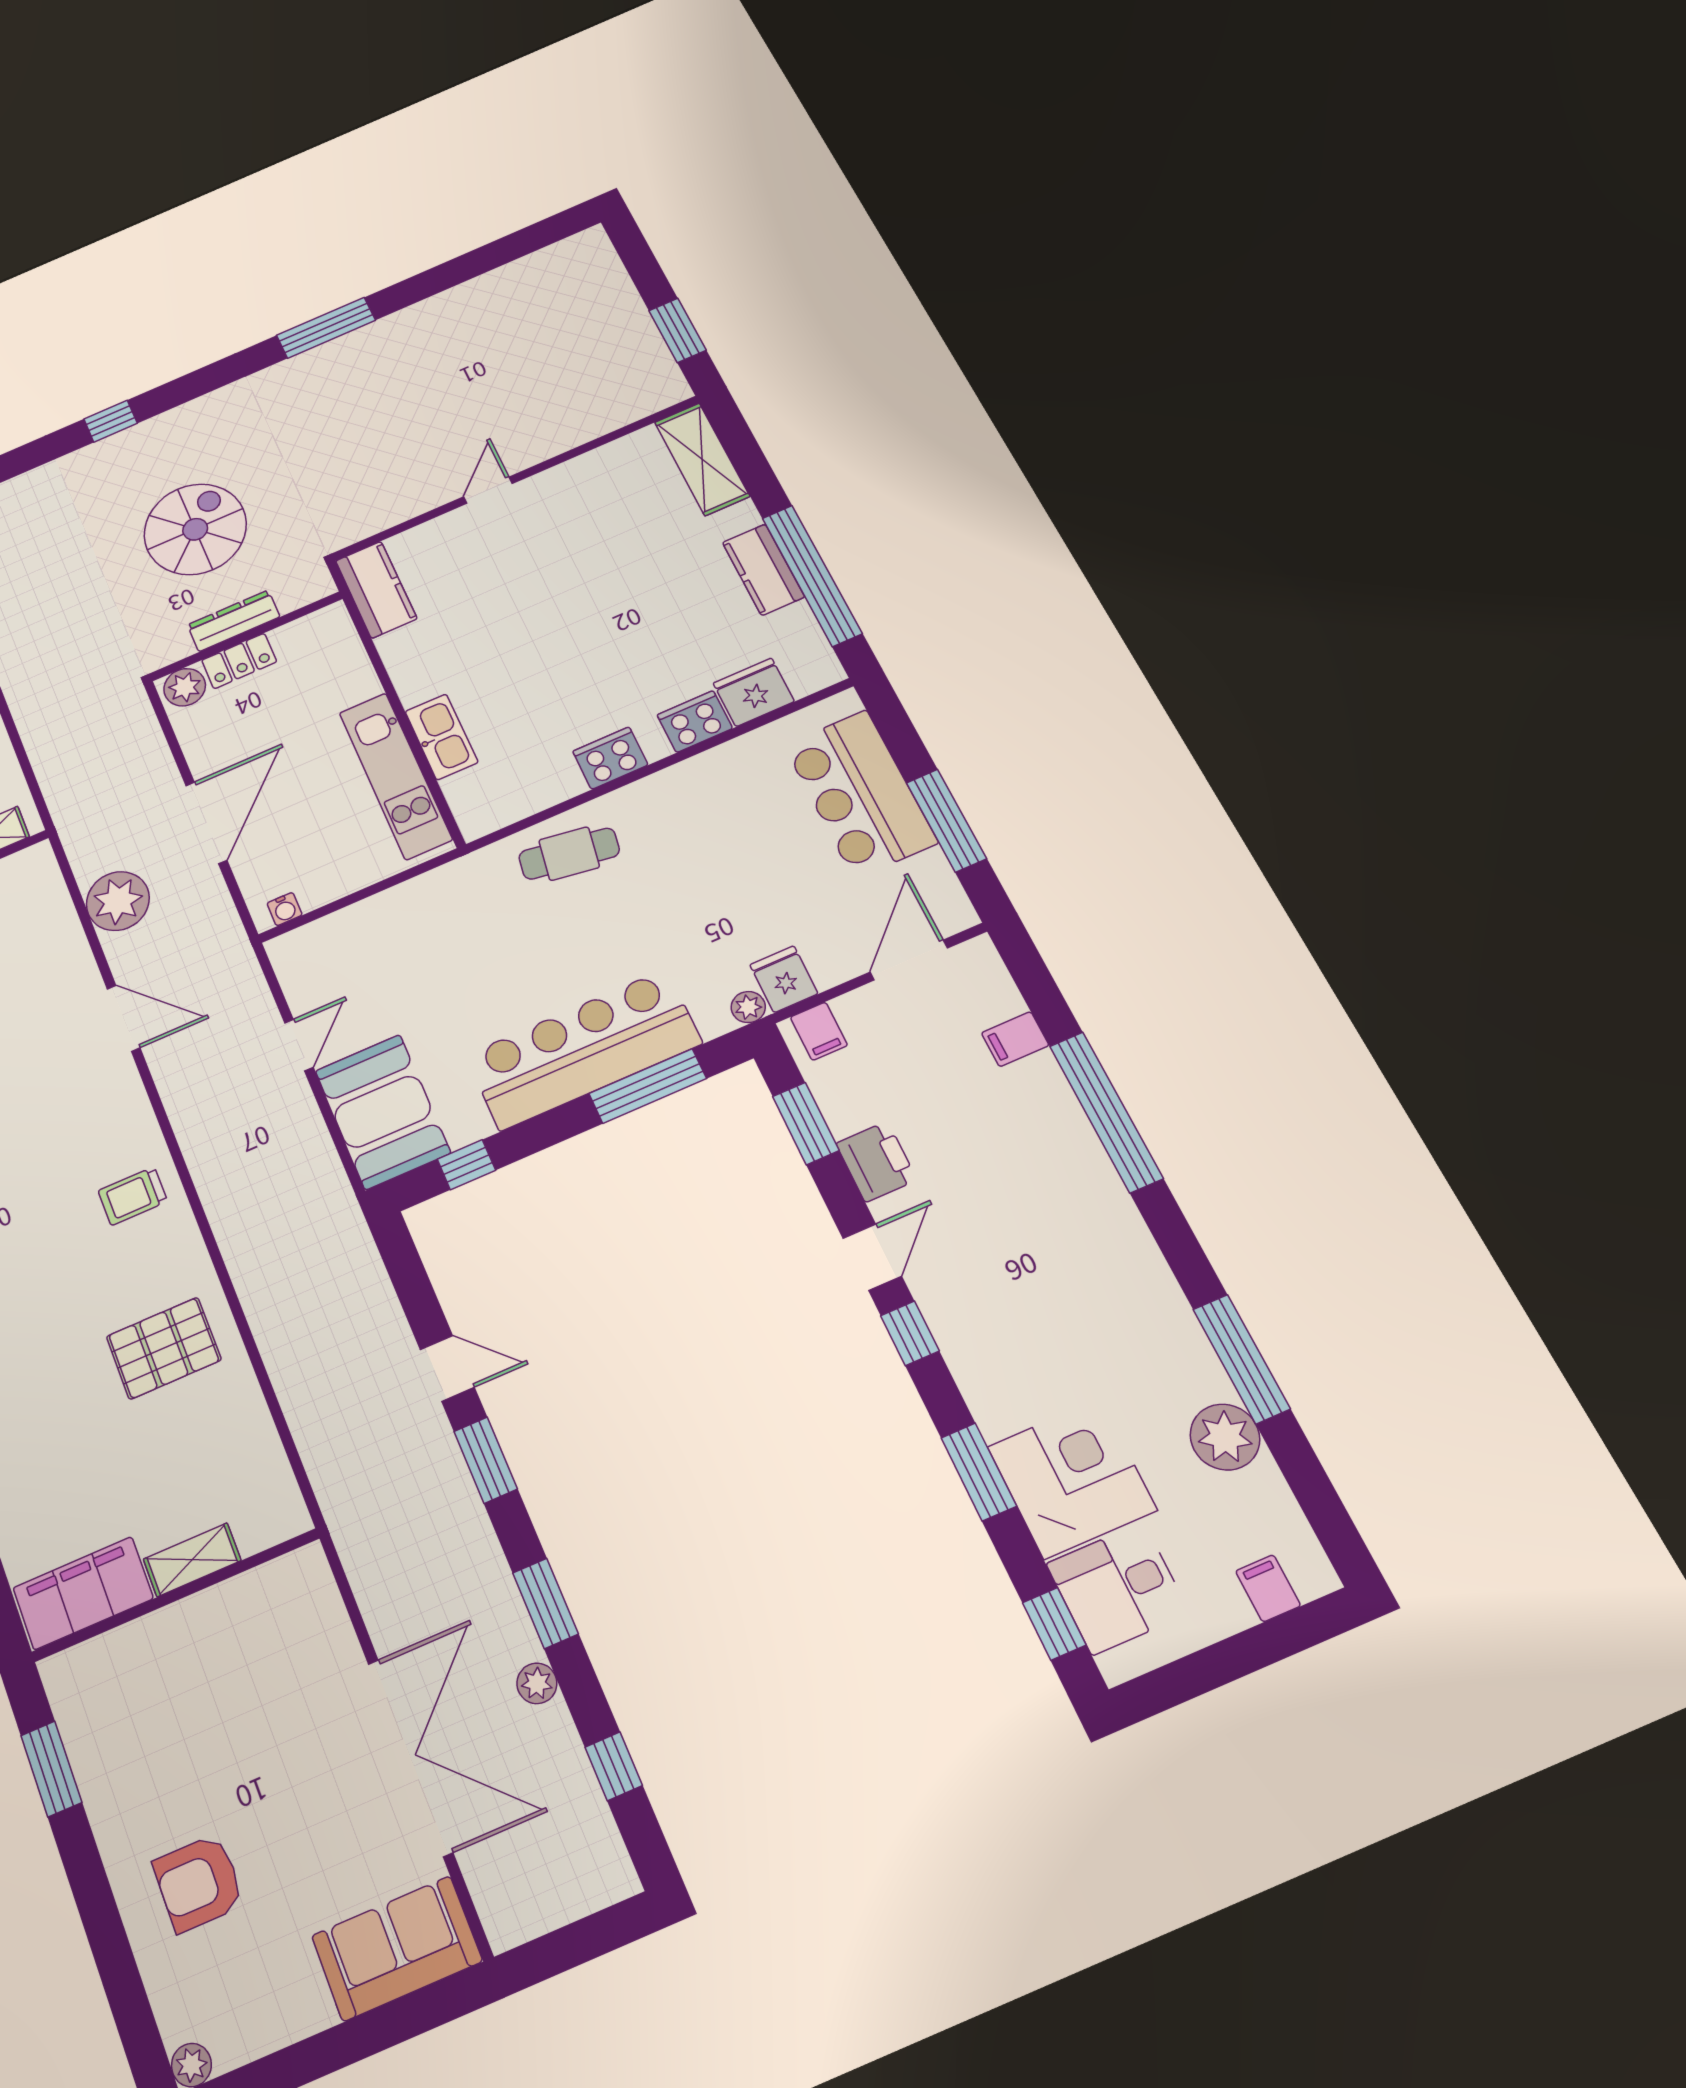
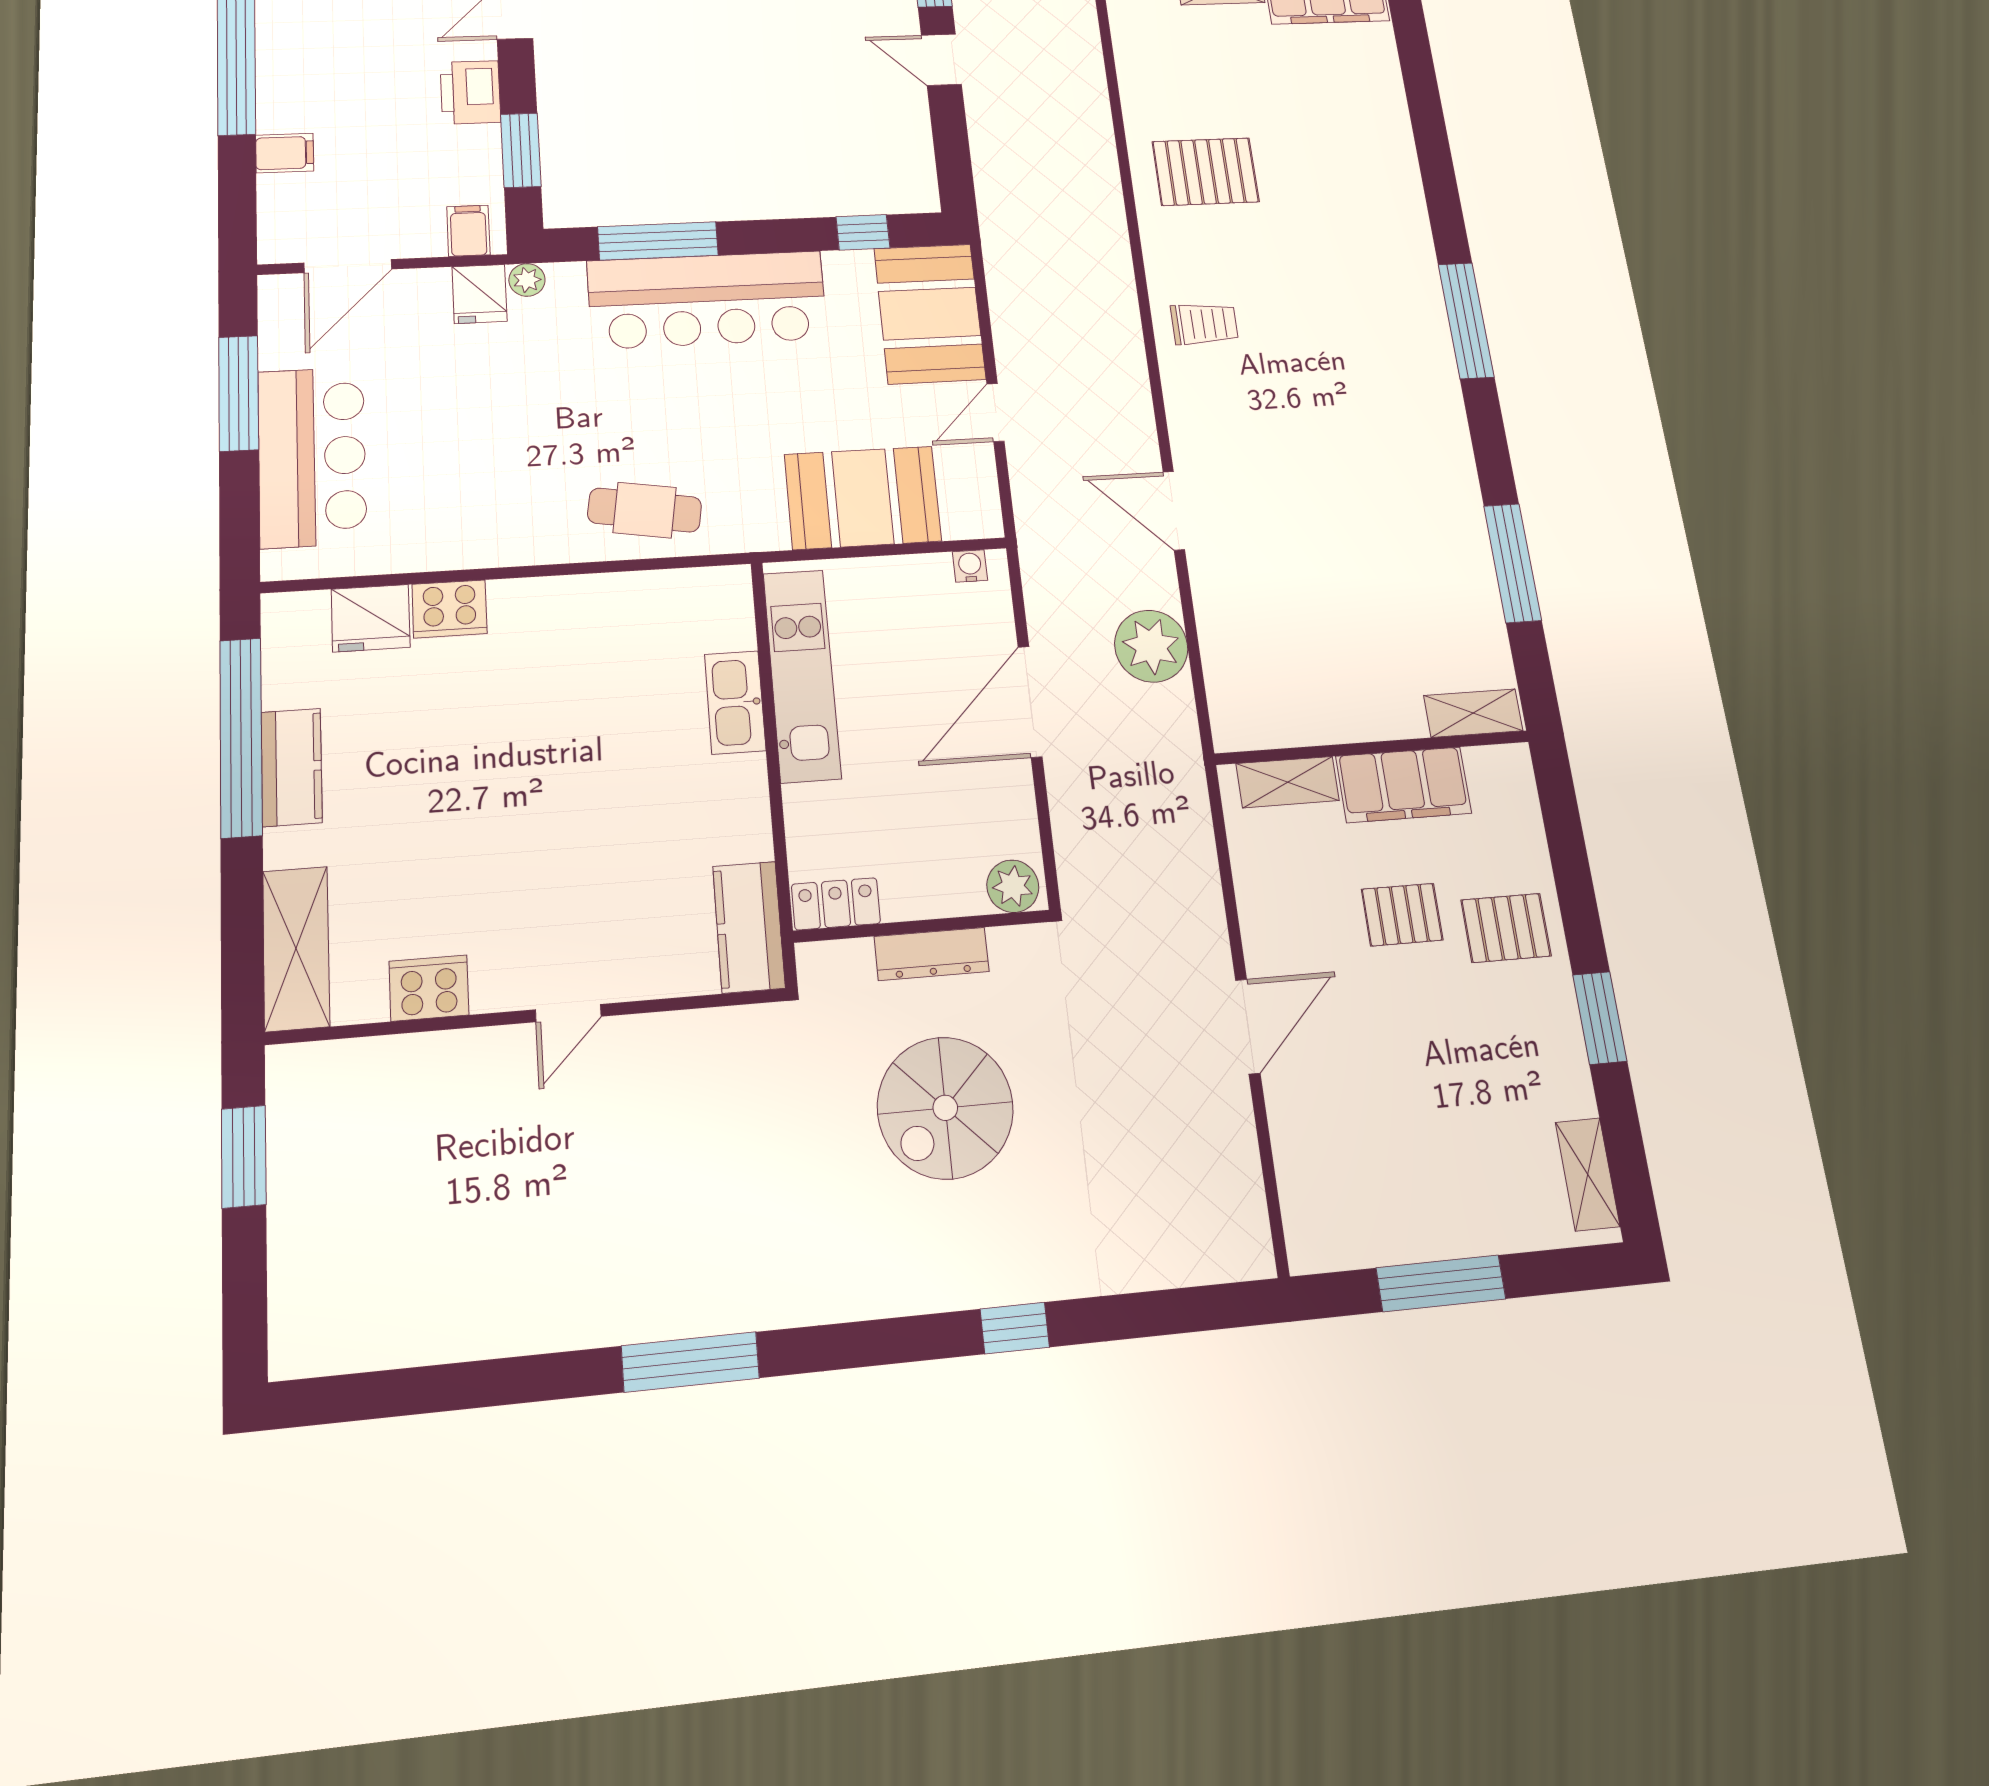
locker: (239, 661) -> (836, 904), moved
cooker: (610, 758) -> (429, 988), moved, turned 180
booth: (391, 931) -> (863, 498), added

